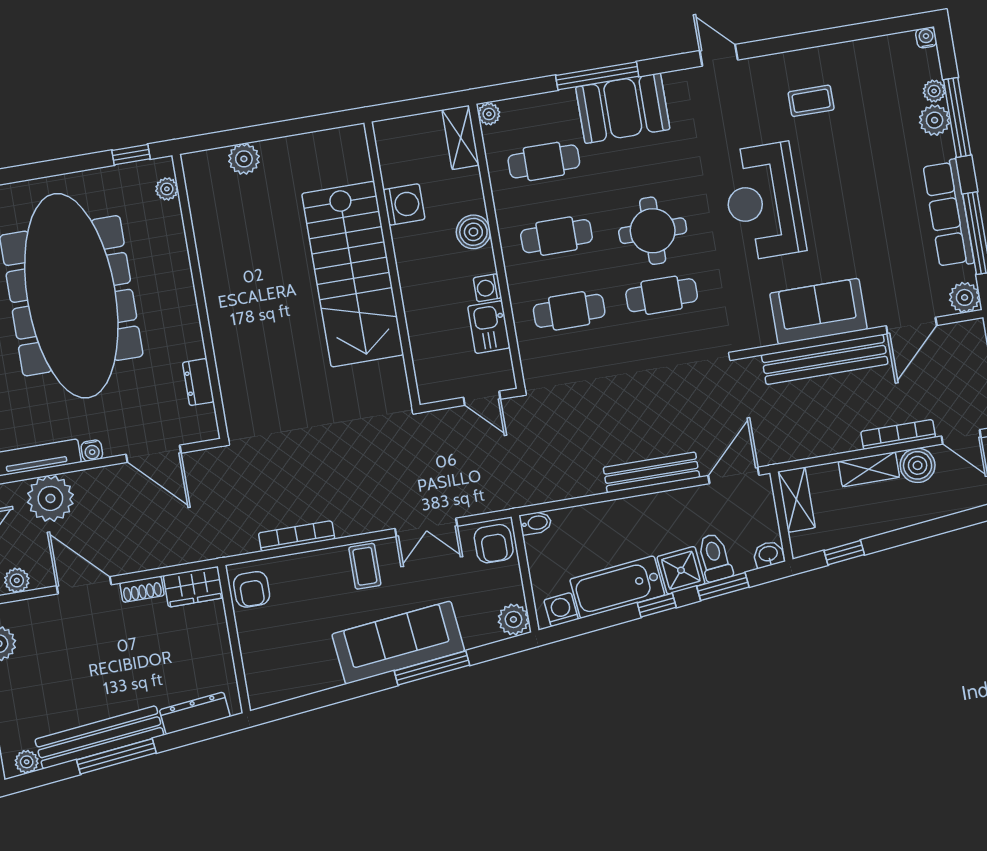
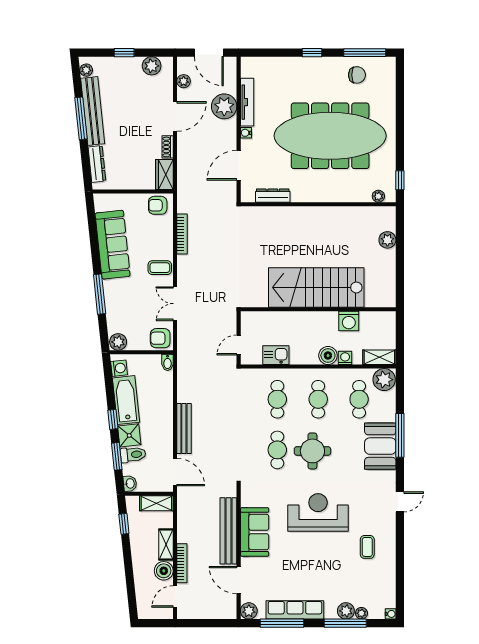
plant: (489, 114) -> (384, 380), width x1.87, depth x1.87
washing machine: (487, 288) -> (345, 358), moved
dresser: (198, 382) -> (273, 196), width x1.44
sofa: (398, 643) -> (113, 245), moved

